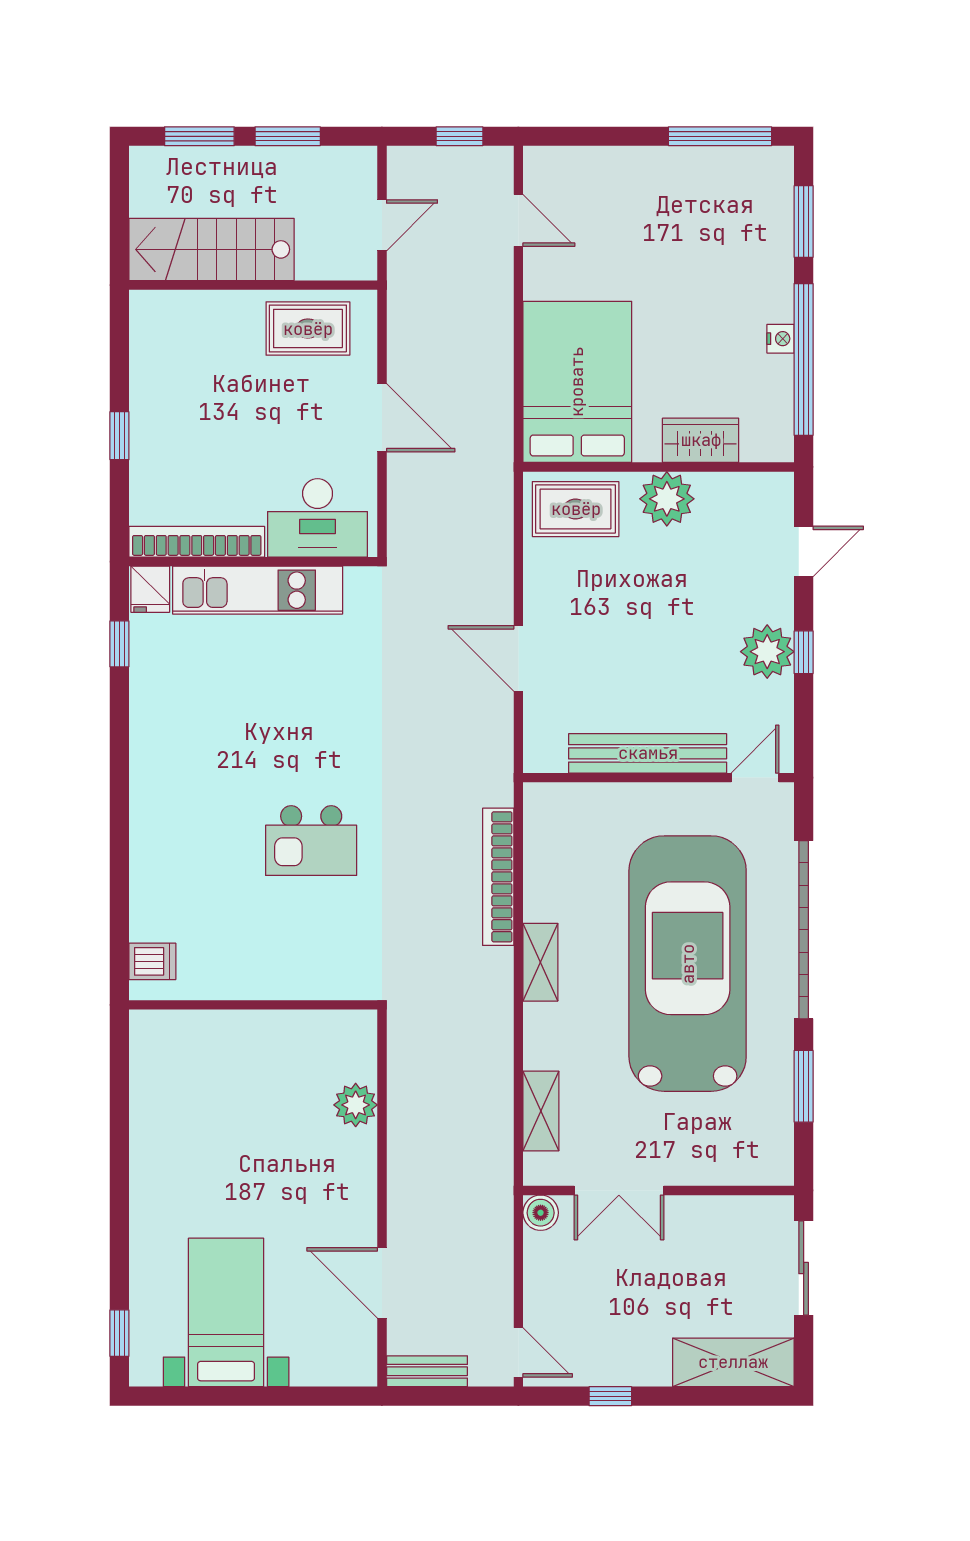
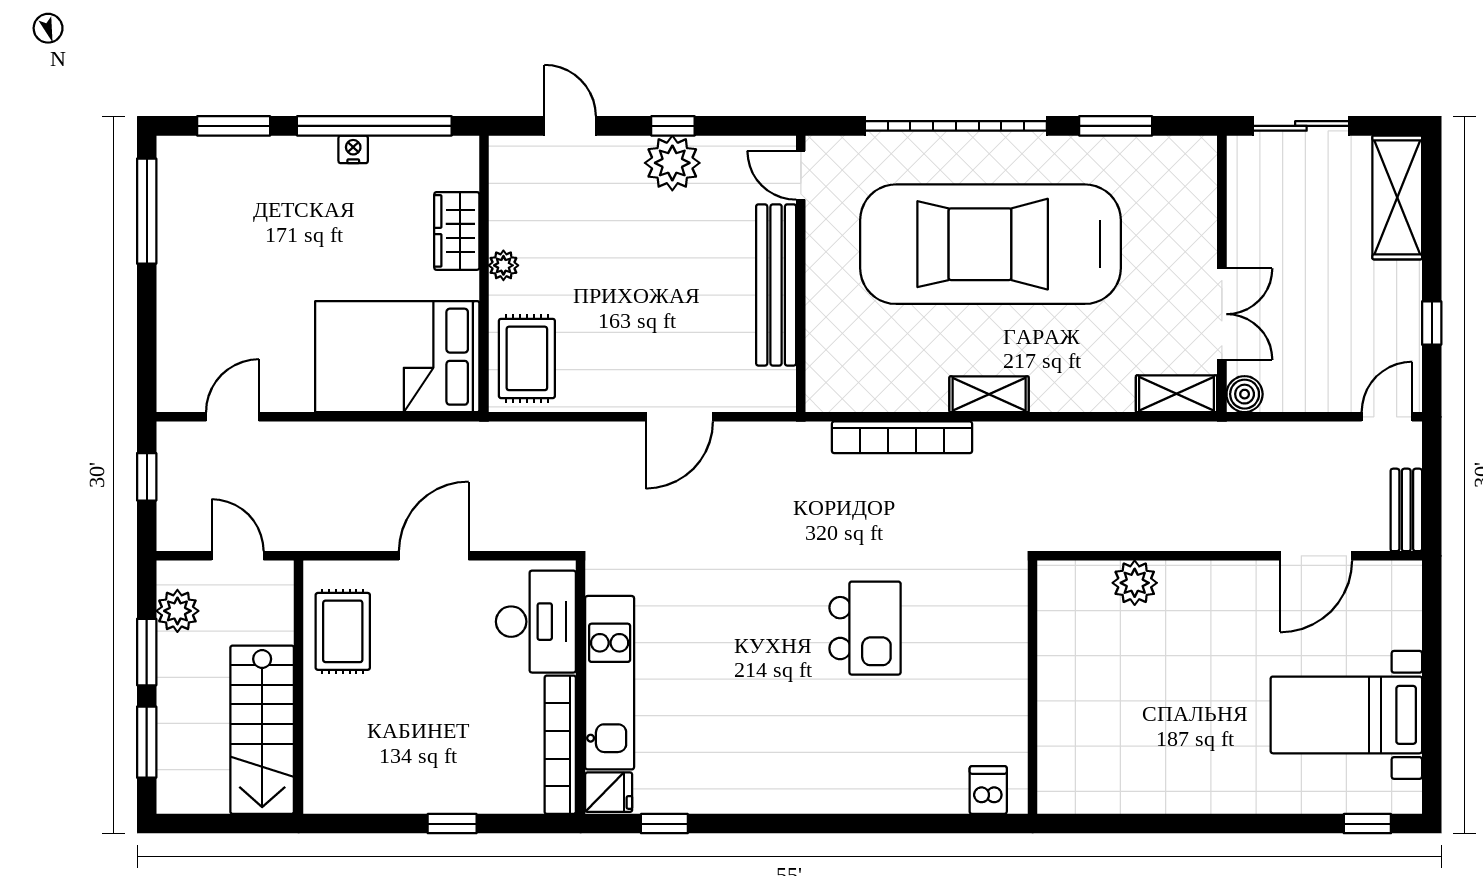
plant: (328, 166) -> (177, 611), added
plant: (667, 499) -> (503, 265), width x0.53, depth x0.53
shelving: (541, 1111) -> (1177, 394), moved

